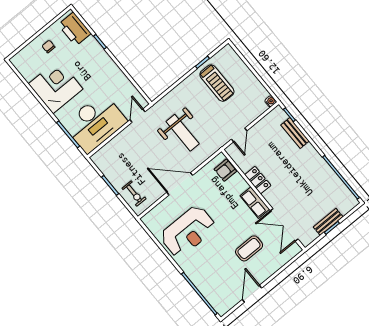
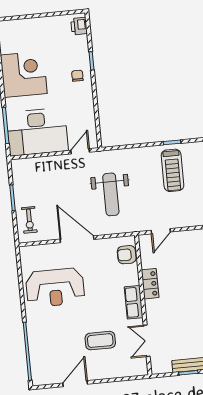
printer: (75, 29) -> (79, 26), width x0.53, depth x0.68
chair: (48, 46) -> (77, 76), moved
double door: (284, 225) -> (147, 341), width x0.73

